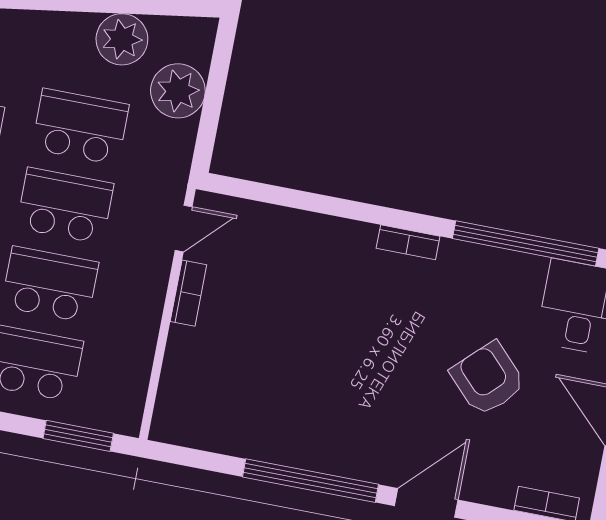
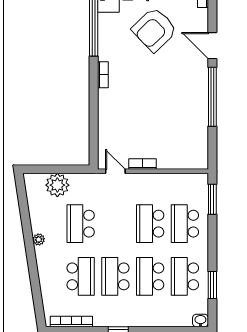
plant: (122, 39) -> (39, 239), moved, width x0.53, depth x0.53
school desk: (65, 206) -> (115, 224), removed
armchair: (488, 379) -> (154, 30), width x1.36, depth x1.36

